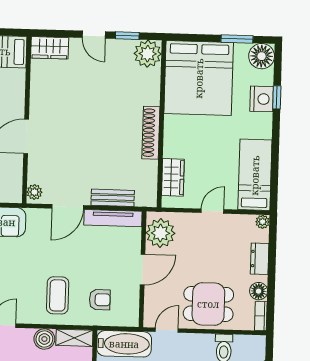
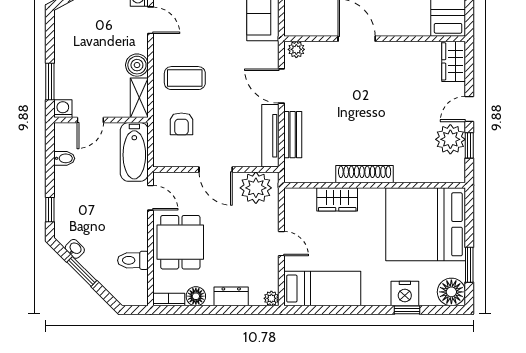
plant: (148, 54) -> (450, 139), moved
wardrobe: (173, 177) -> (337, 199), moved

